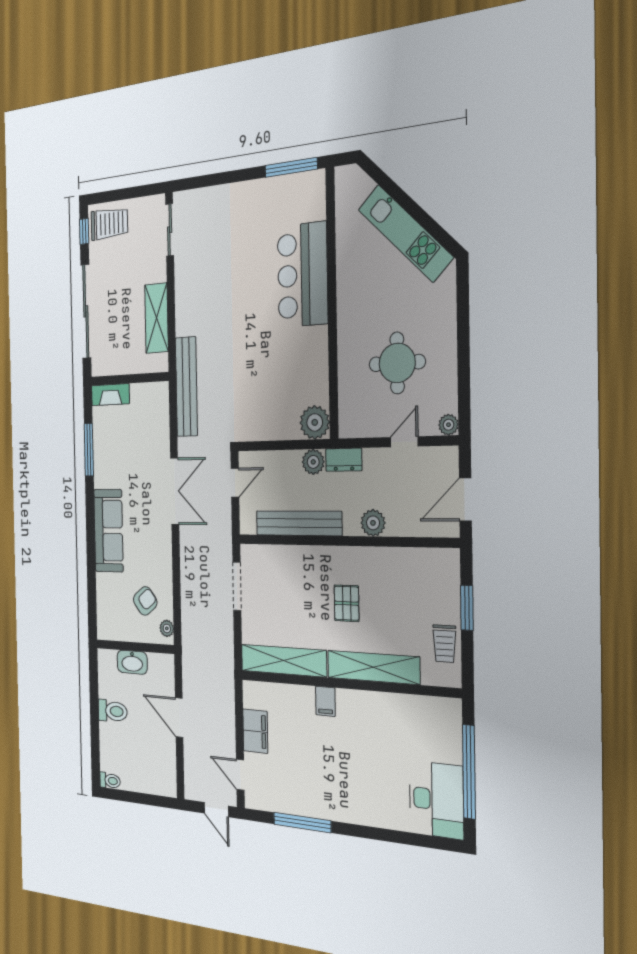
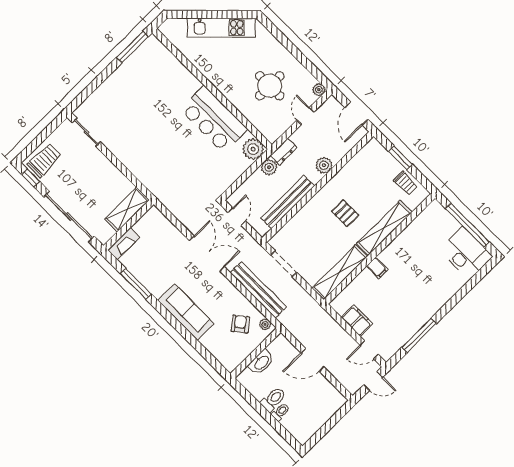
bar counter: (302, 275) -> (214, 119), moved
shelving: (156, 318) -> (127, 210), moved, turned 90
bench: (186, 387) -> (258, 290), moved
toilet: (110, 781) -> (281, 412), moved

